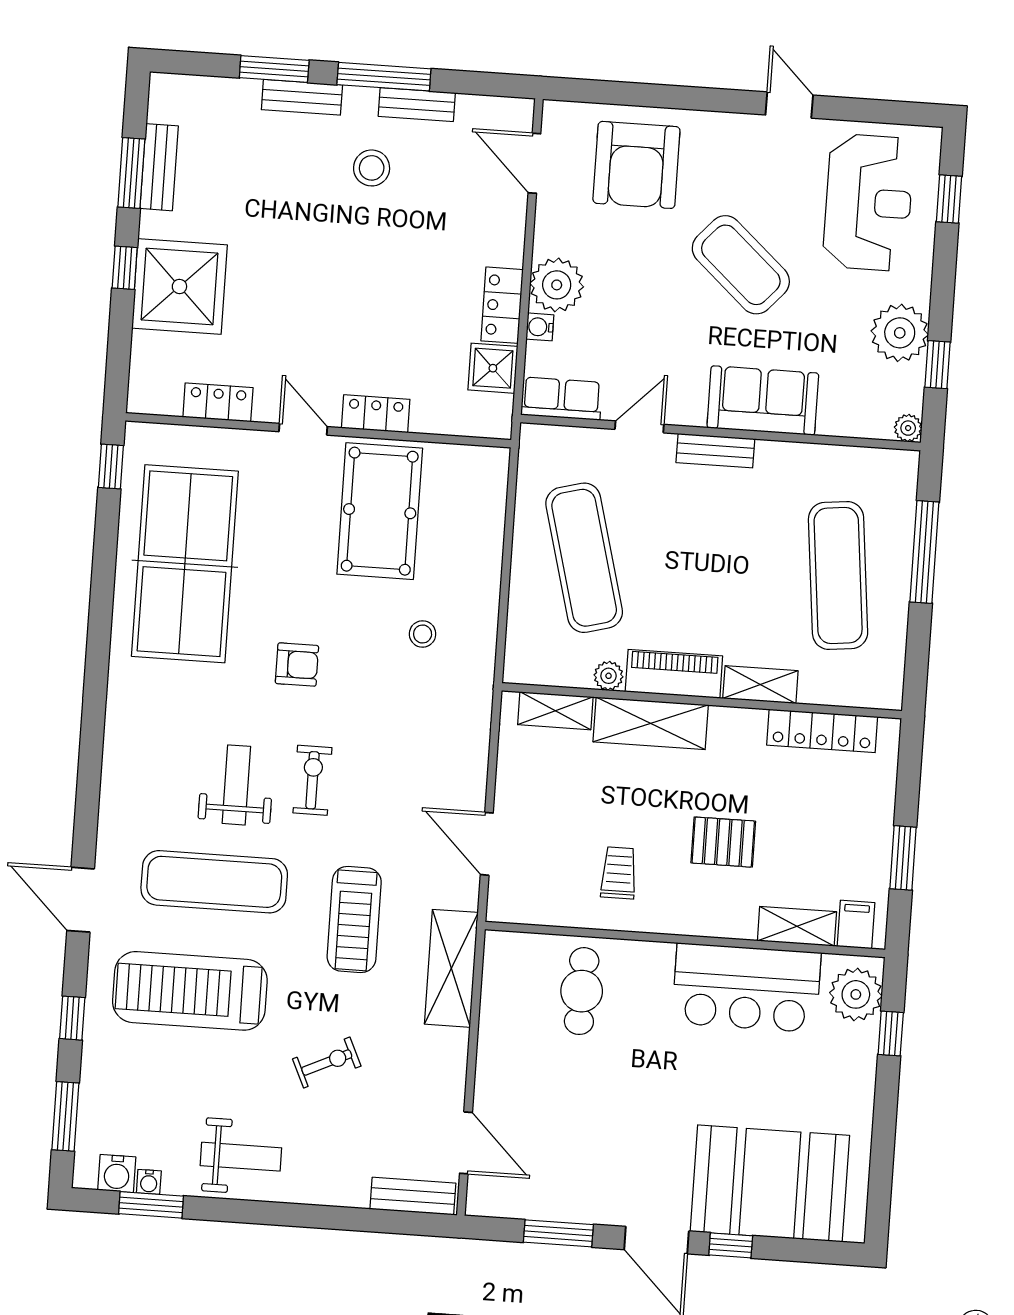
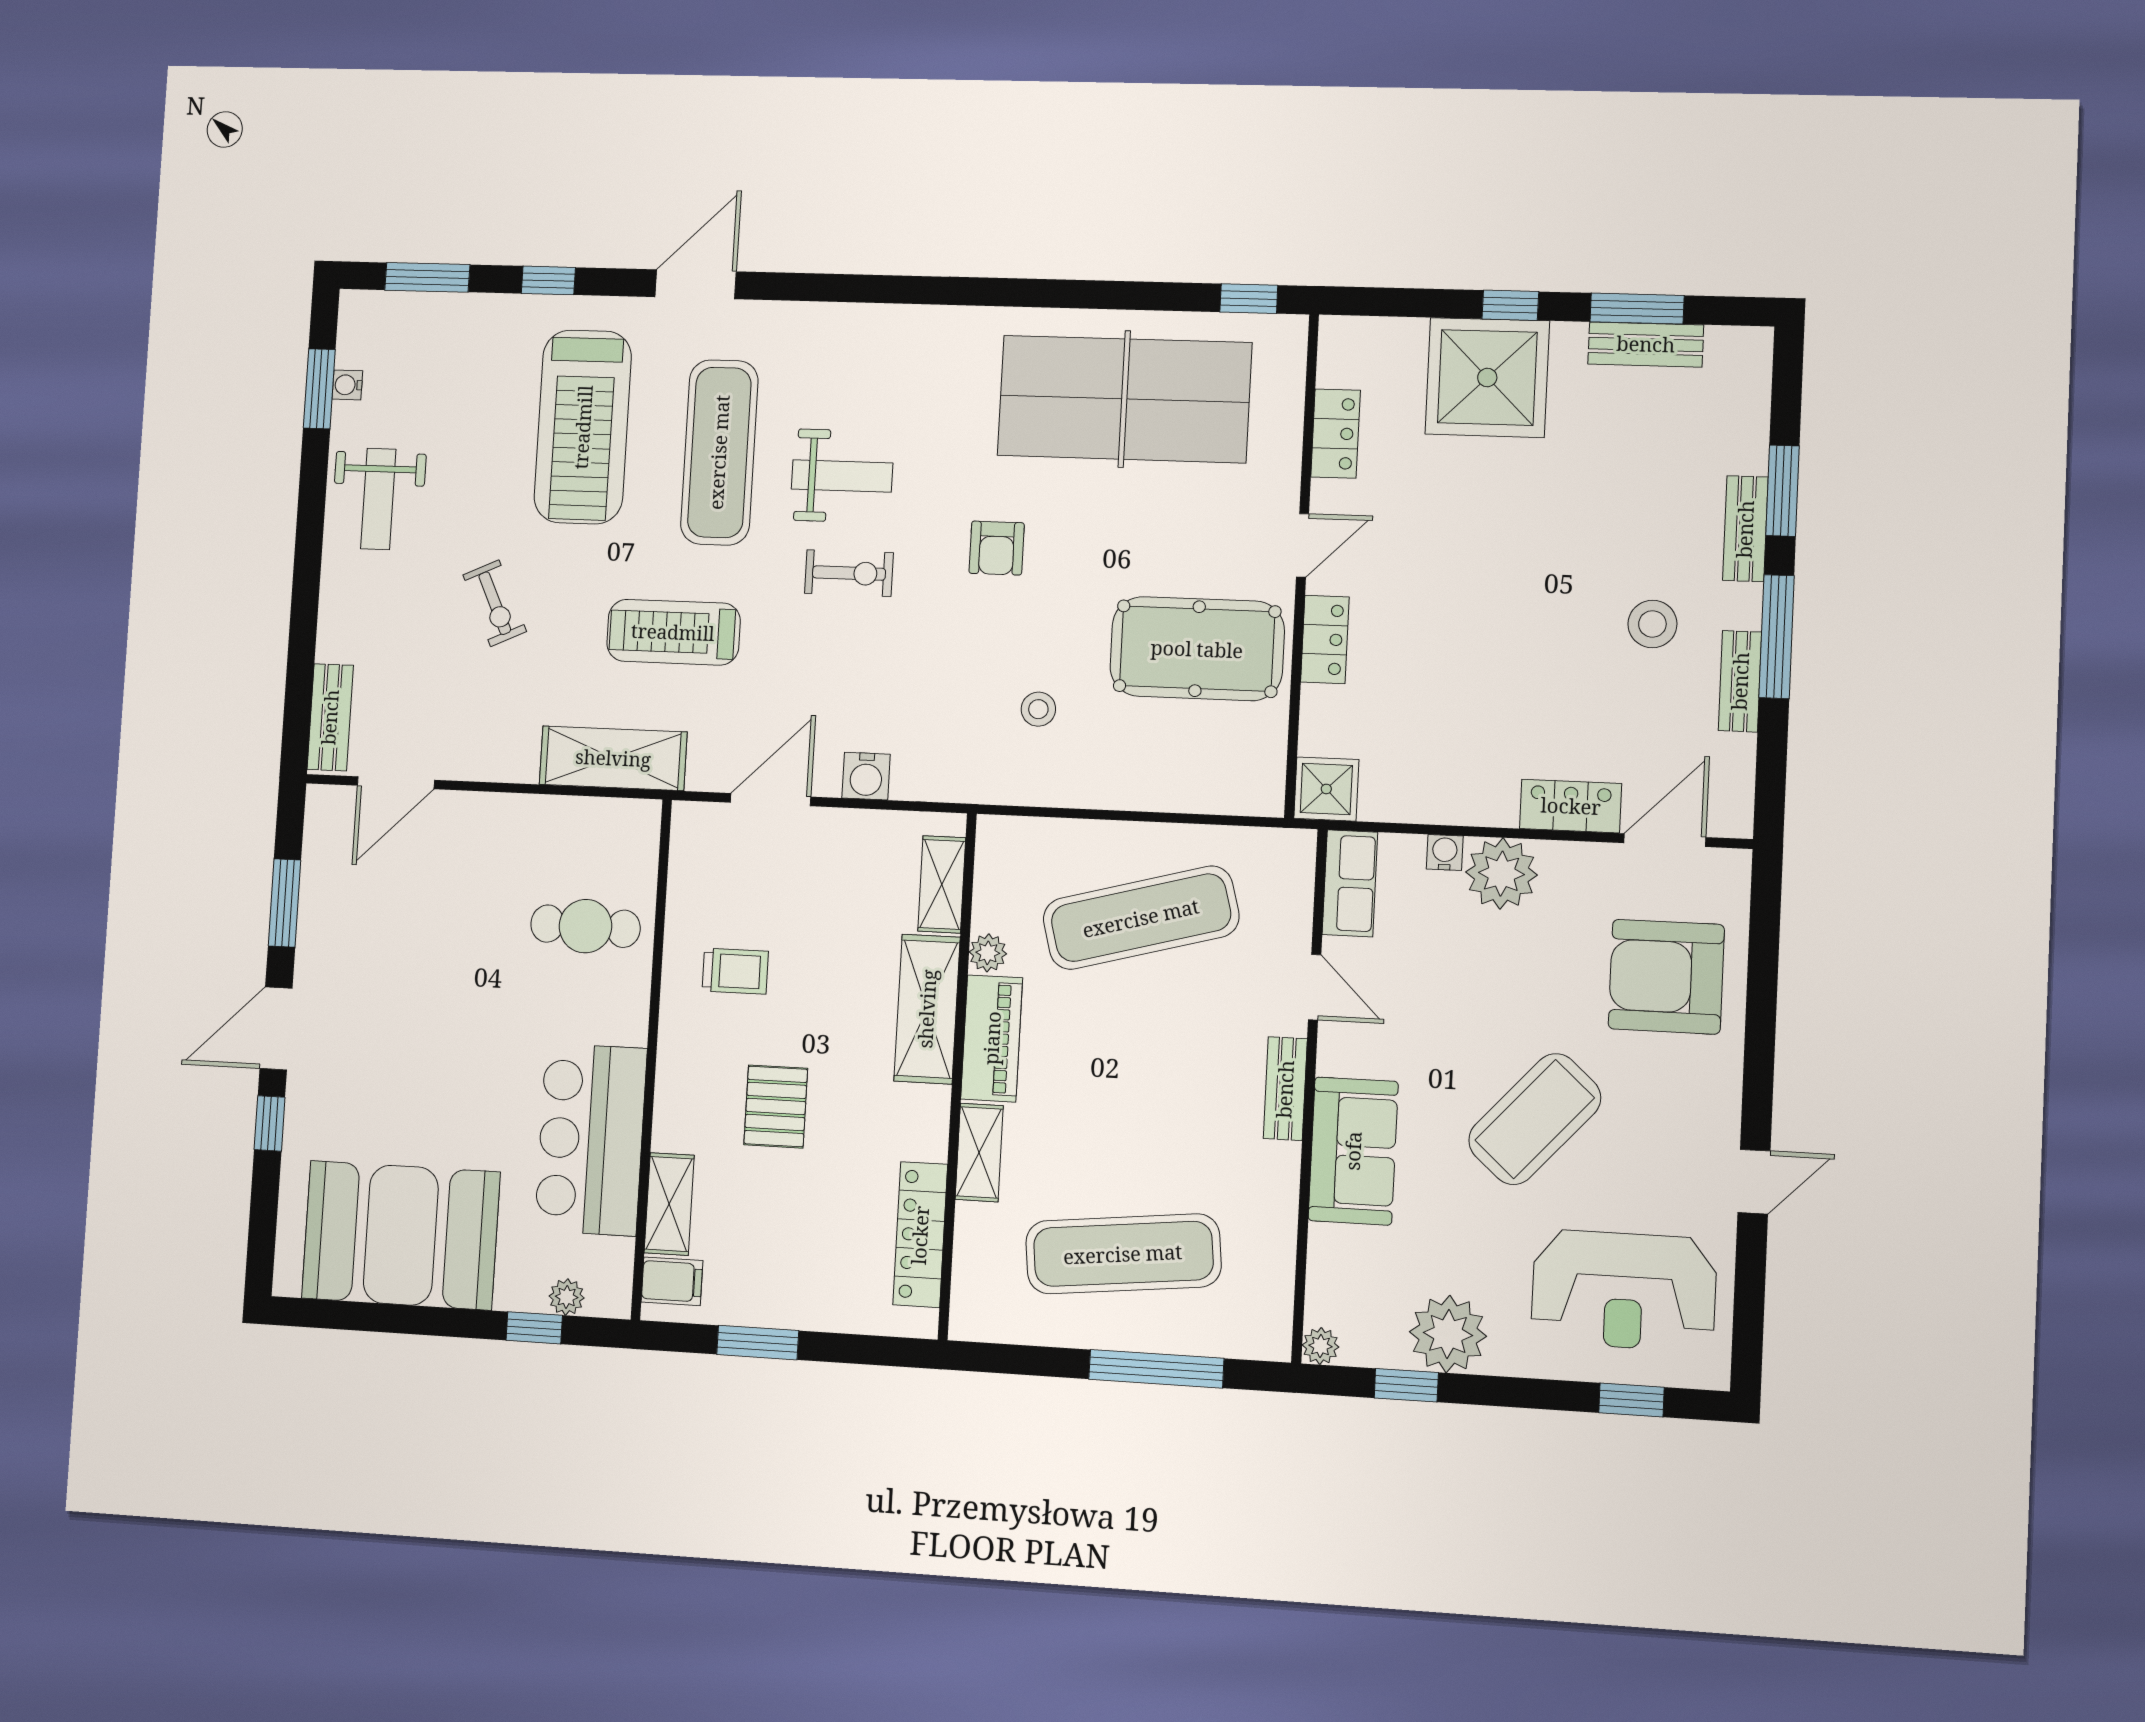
locker: (502, 305) -> (1571, 806), moved
shower: (493, 368) -> (1326, 789), moved
treadmill: (190, 991) -> (583, 427), turned 180
plant: (856, 994) -> (567, 1297), width x0.53, depth x0.53
water cooler: (117, 1174) -> (866, 776), moved, turned -90
booth: (770, 1183) -> (401, 1235), moved, turned 90

